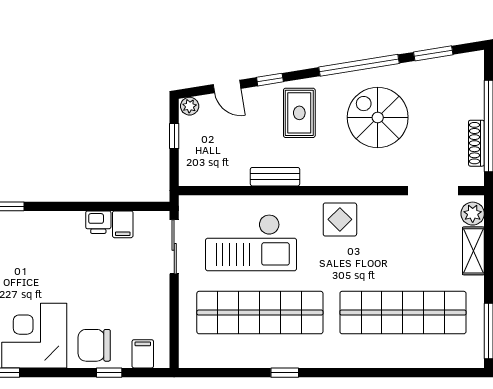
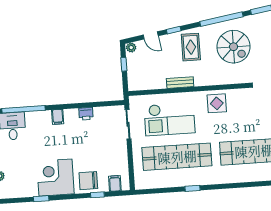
spiral stairs: (378, 117) -> (233, 47), turned 180
filing cabinet: (123, 224) -> (58, 117), moved

